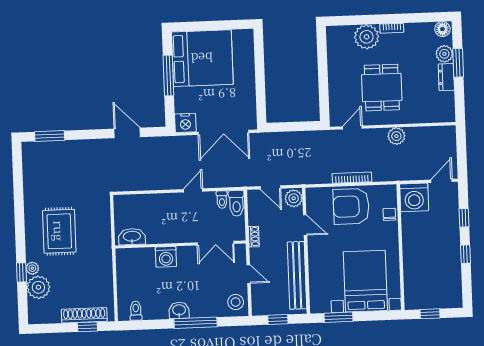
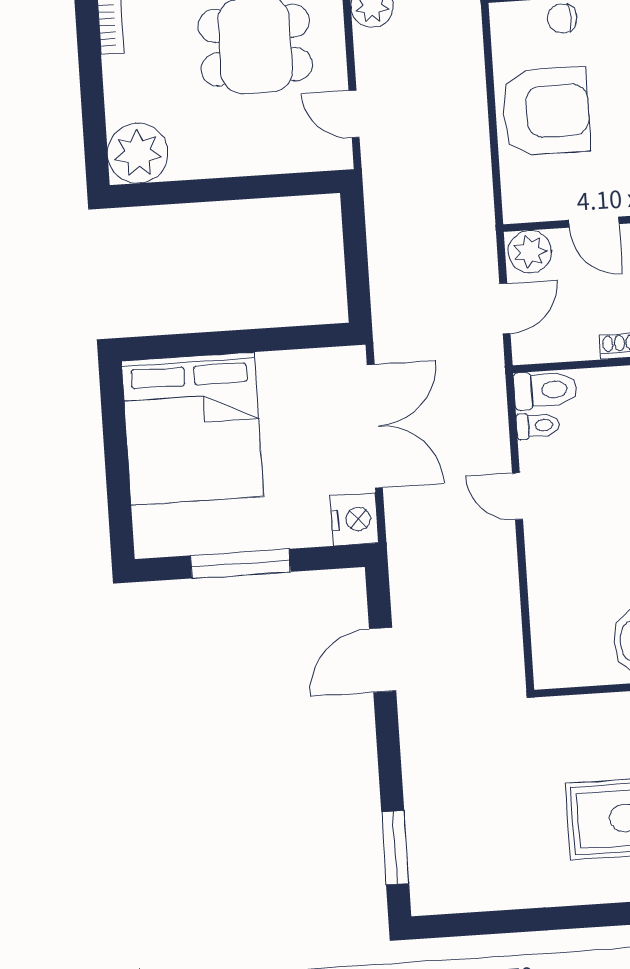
plant: (367, 37) -> (138, 153), moved
bed: (202, 58) -> (193, 429), moved, turned 180
bookcase: (352, 178) -> (476, 111), removed
armchair: (351, 206) -> (546, 111), turned -90
door: (305, 225) -> (594, 222), swing flipped

